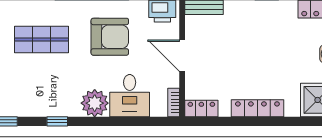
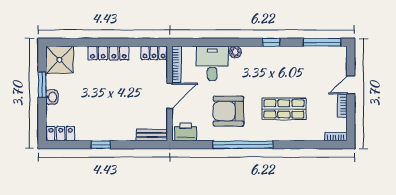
door: (182, 56) -> (170, 96), hinge flipped
bookcase: (174, 102) -> (177, 64), width x1.56
plant: (95, 103) -> (235, 52), width x0.53, depth x0.53

